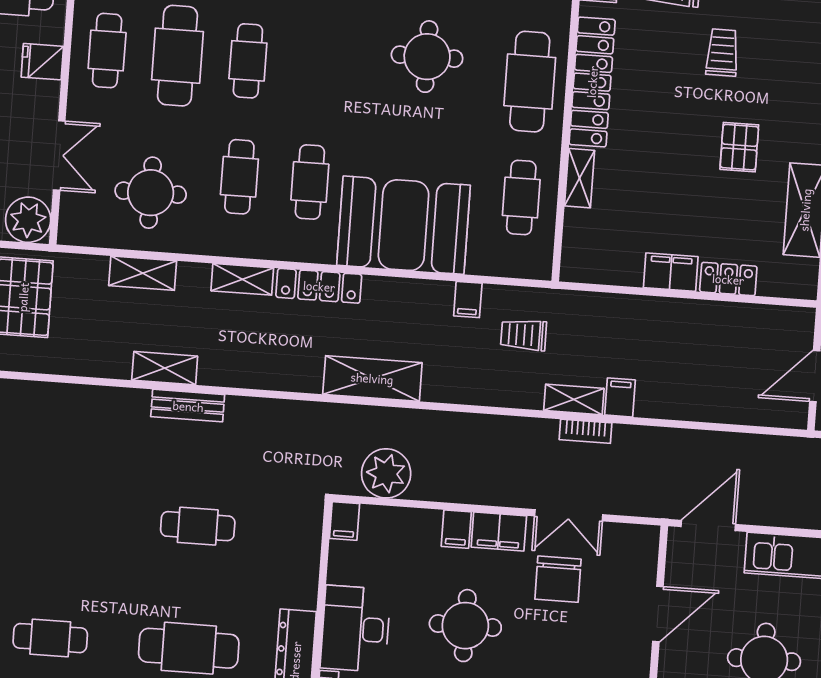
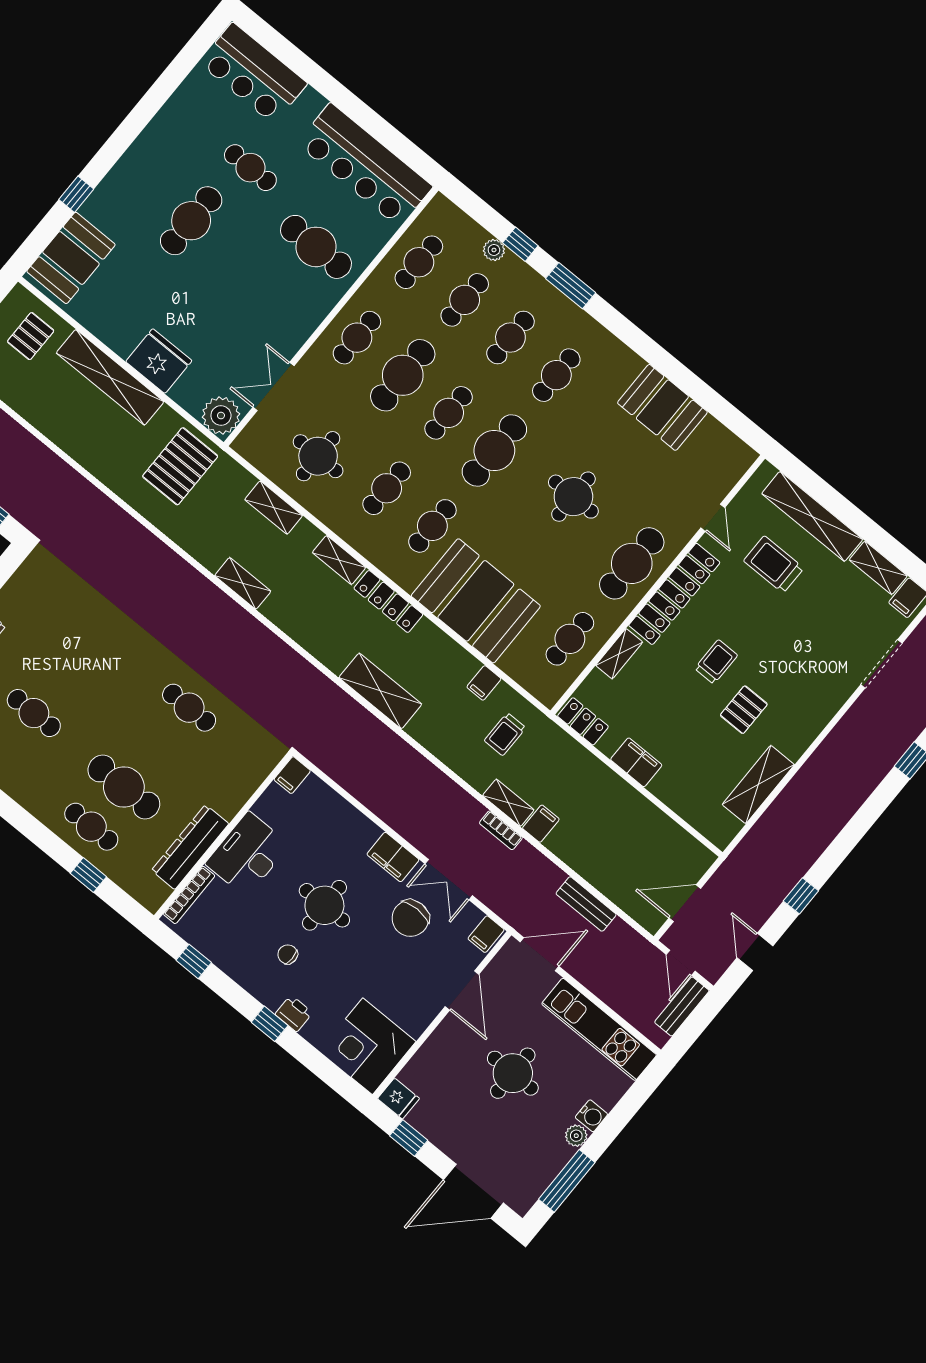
trolley: (722, 53) -> (716, 662), moved
fridge: (42, 62) -> (307, 314), removed
cafe table: (318, 66) -> (494, 451), added
double door: (59, 155) -> (273, 386), swing flipped
locker: (728, 279) -> (583, 721), moved
trolley: (524, 335) -> (505, 734), turned -90
bench: (188, 406) -> (586, 904), moved
plant: (386, 473) -> (344, 763), removed
filing cabinet: (456, 529) -> (486, 934), moved
door: (658, 614) -> (462, 990), hinge flipped

